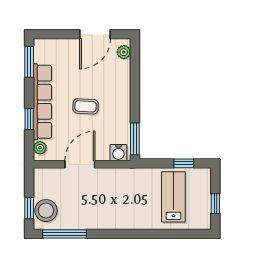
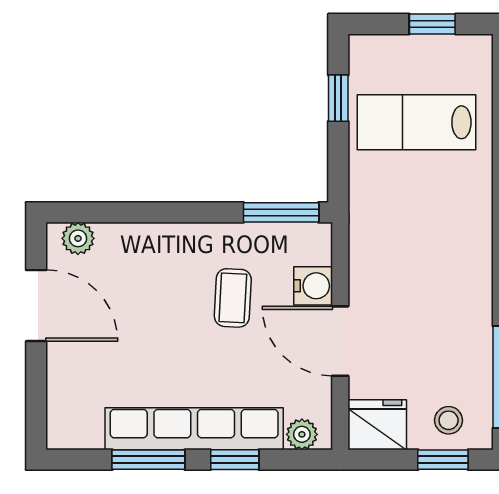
window: (29, 62) -> (148, 460), moved
coffee table: (86, 106) -> (233, 298), moved
water cooler: (118, 153) -> (313, 286), moved
fridge: (44, 180) -> (377, 425), added
stool: (46, 211) -> (449, 420), width x0.53, depth x0.53

